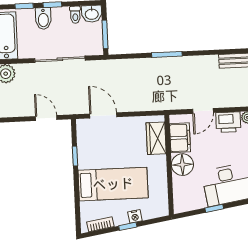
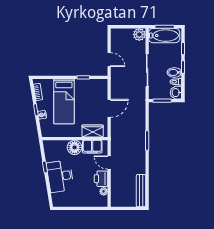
bidet: (43, 18) -> (174, 72), moved
door: (103, 115) -> (109, 108), moved
door: (46, 118) -> (109, 60), hinge flipped

